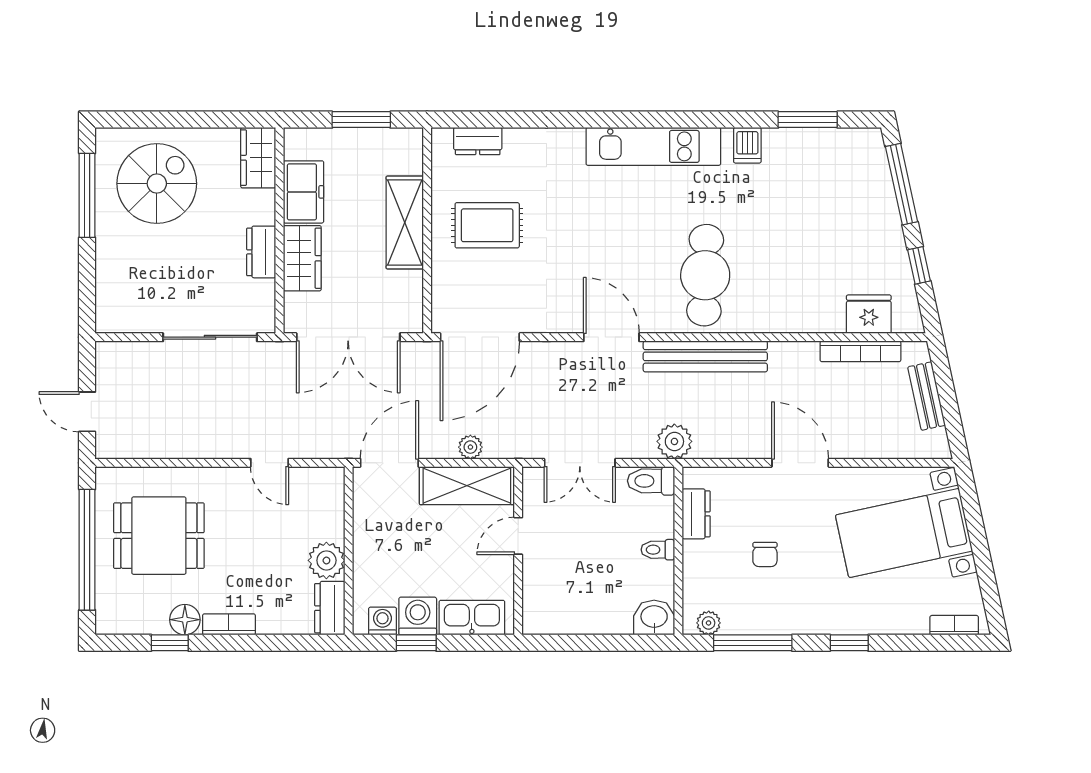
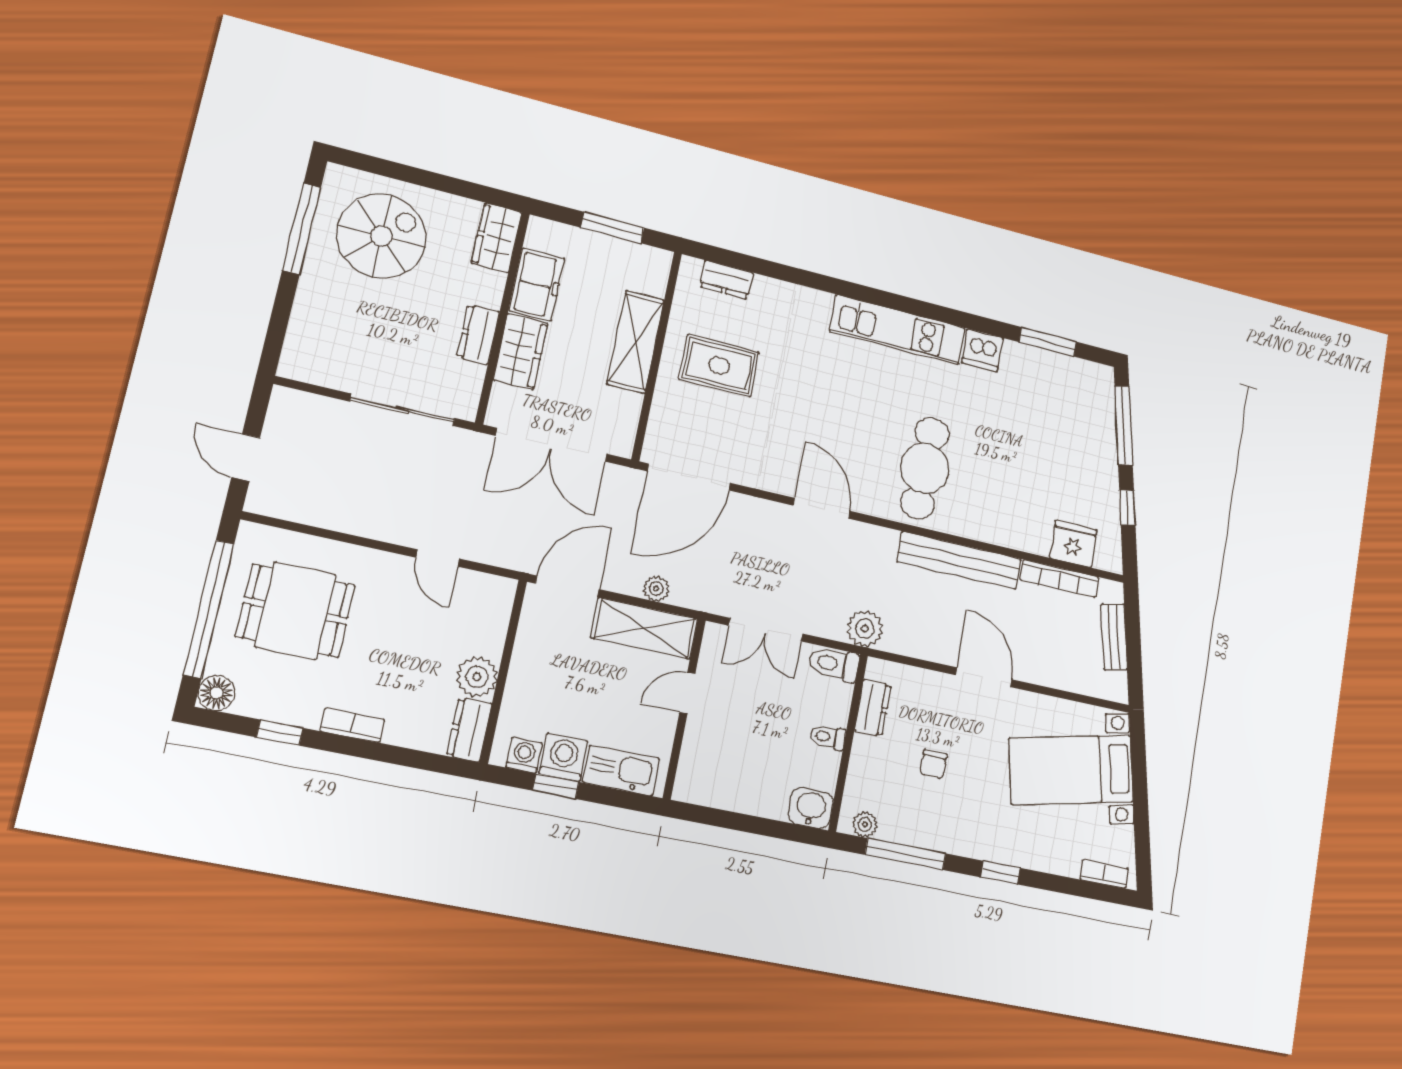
dishwasher: (747, 145) -> (982, 350), width x1.38
bench: (705, 356) -> (959, 560), moved
floor lamp: (185, 620) -> (217, 693), moved

